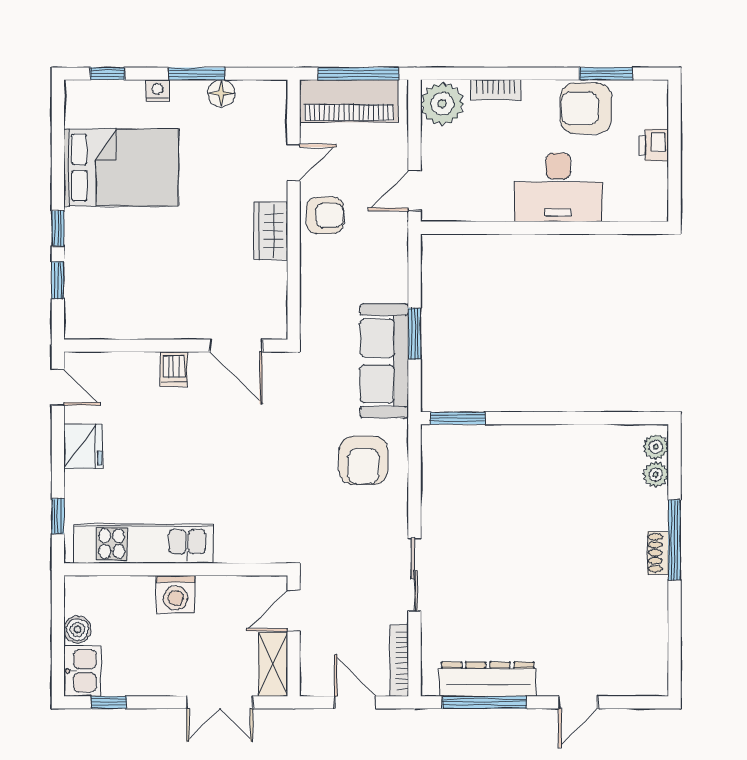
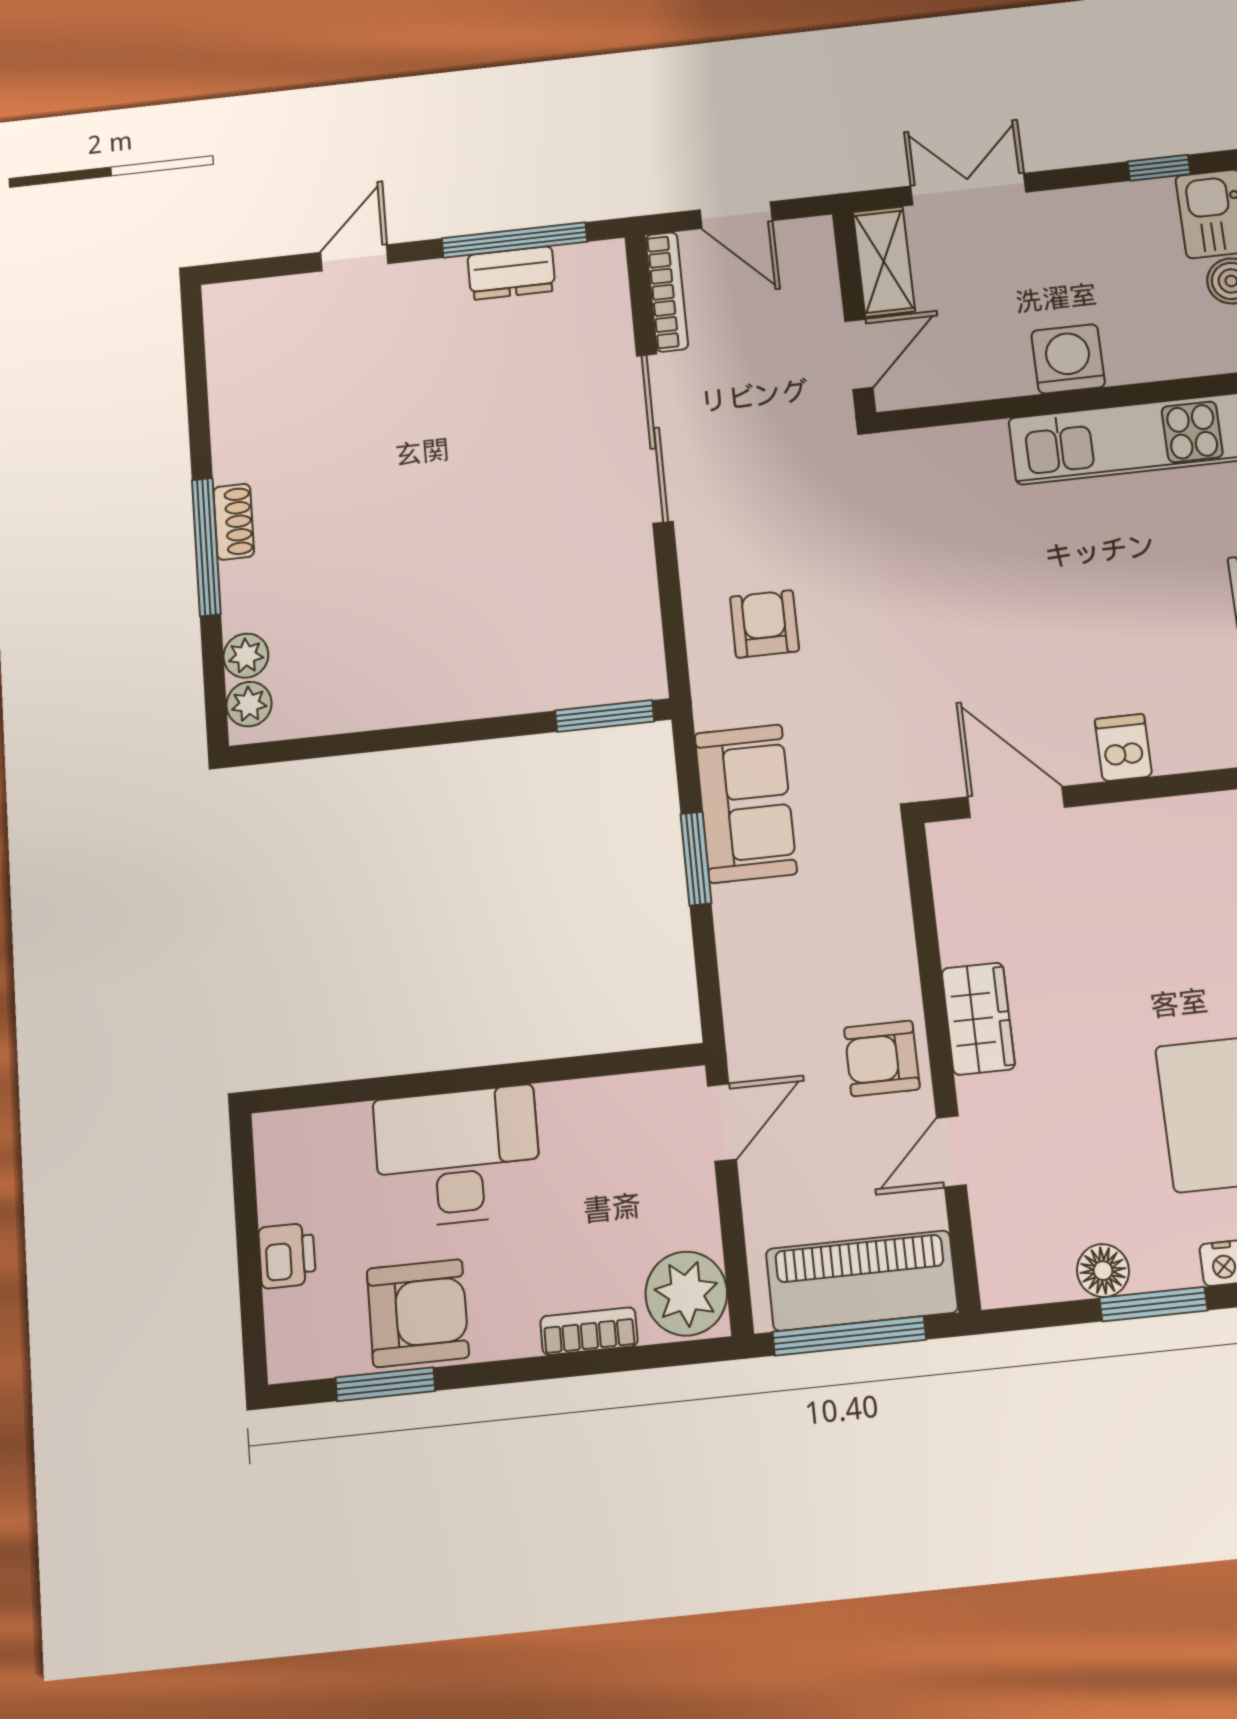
sofa: (384, 361) -> (746, 803), width x0.73
armchair: (363, 460) -> (764, 624), width x0.72, depth x0.72
sliding door: (415, 574) -> (655, 438), width x1.37
dresser: (488, 679) -> (511, 273), width x0.51, depth x0.80

